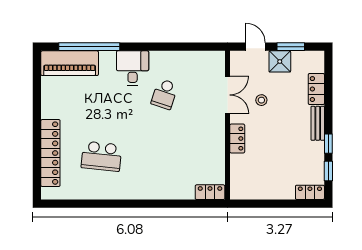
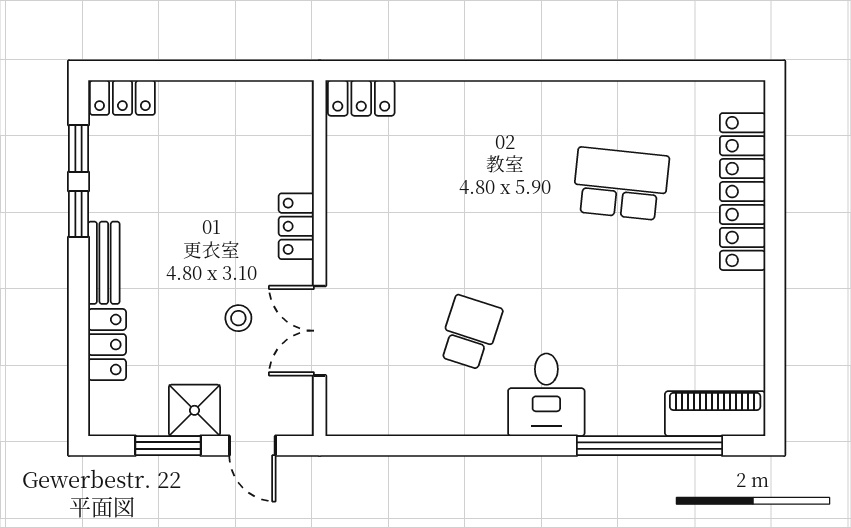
piano: (70, 63) -> (715, 414), width x0.73, depth x0.75

